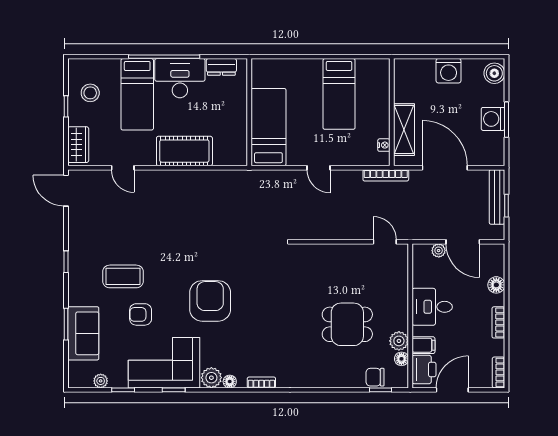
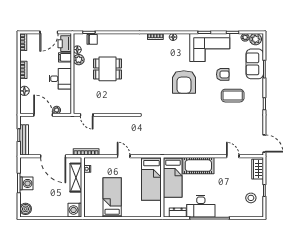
washing machine: (449, 71) -> (75, 210), moved, turned -90
bed: (137, 94) -> (173, 177), moved, turned 180
plant: (211, 378) -> (256, 39), moved

